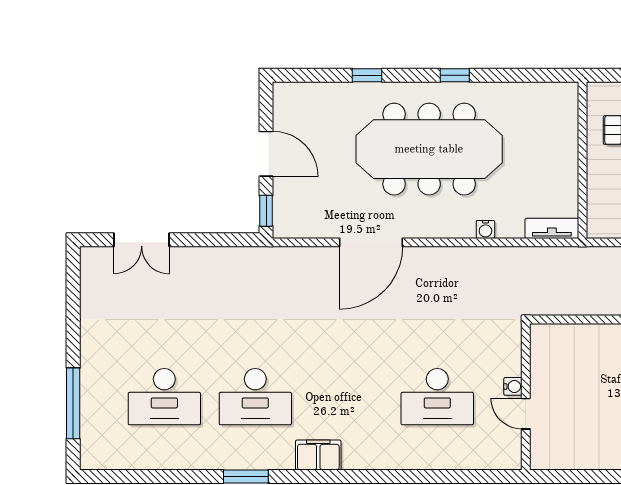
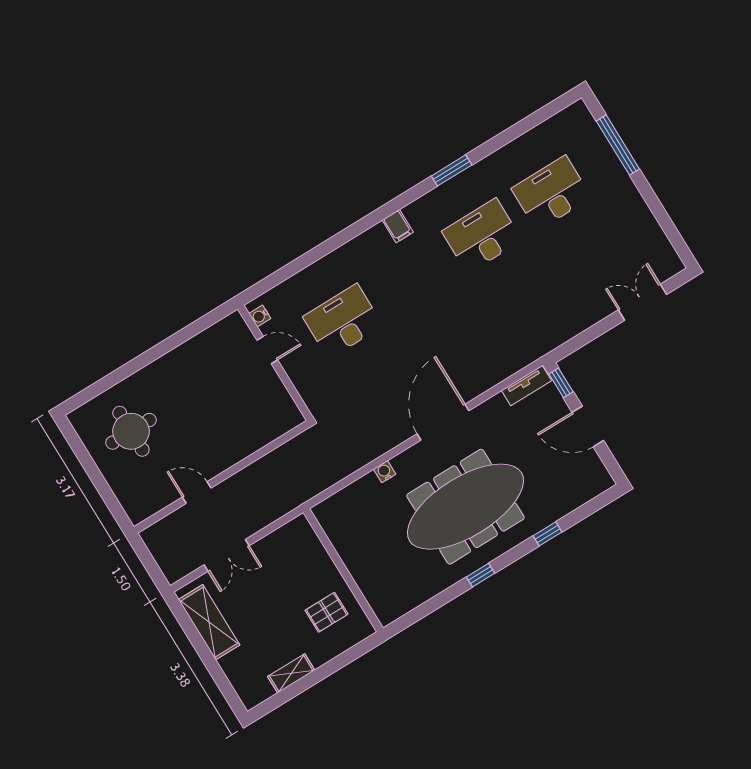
tv unit: (552, 228) -> (527, 386), moved
door: (371, 242) -> (443, 422), moved
water cooler: (513, 386) -> (260, 316), moved
filing cabinet: (318, 455) -> (398, 226), width x0.50

